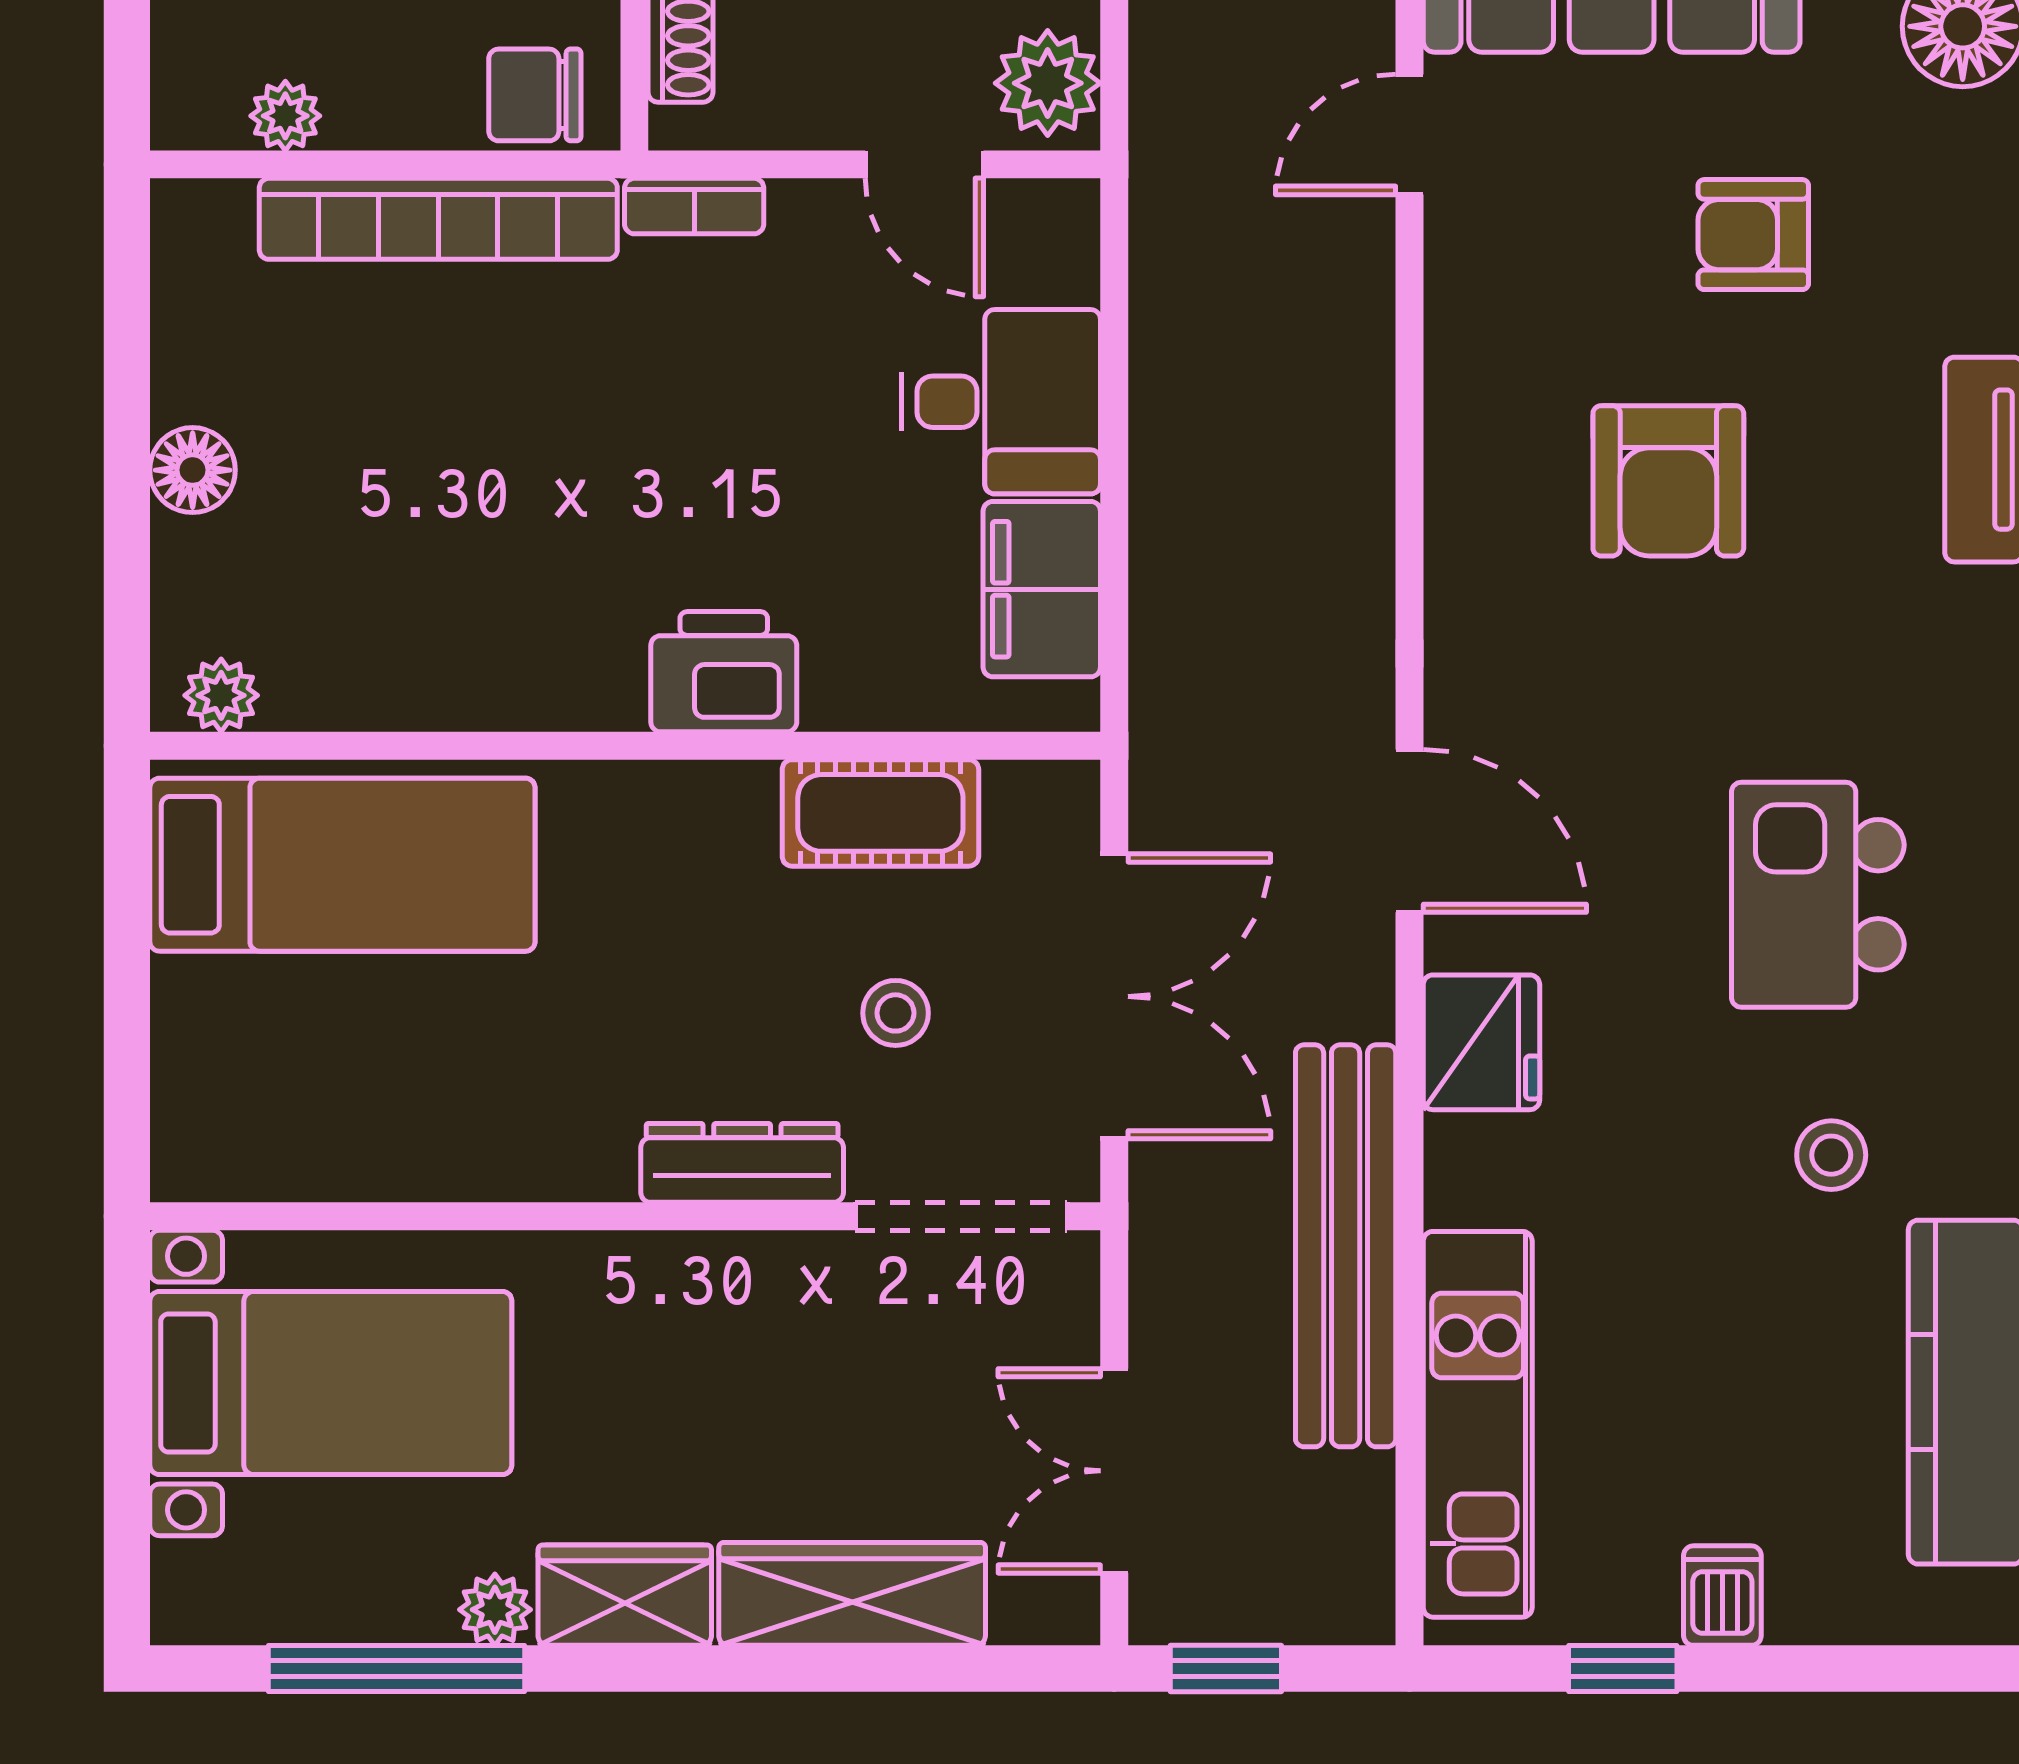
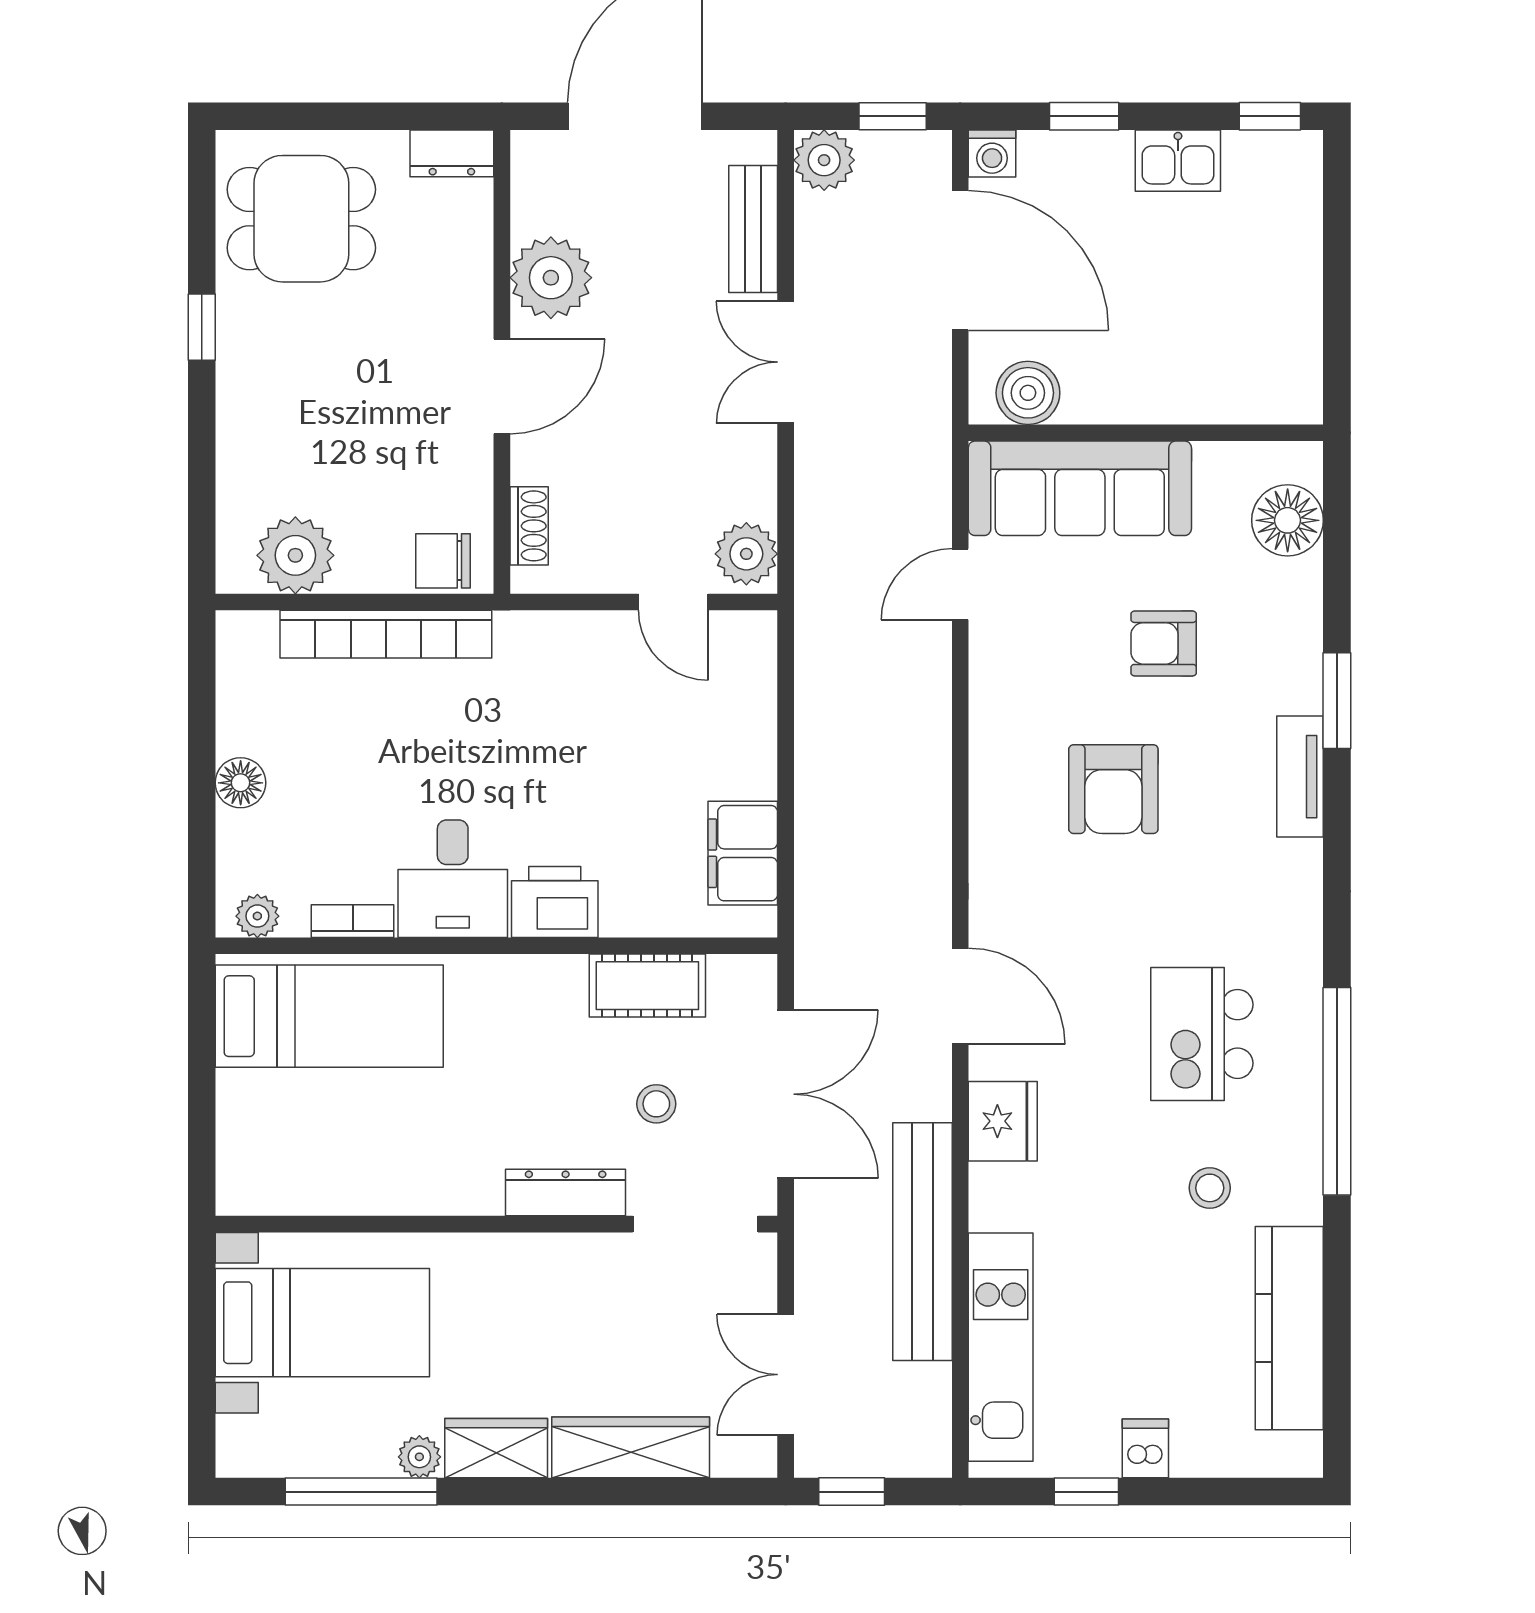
plant: (285, 116) -> (295, 555), width x1.87, depth x1.87
bookcase: (694, 206) -> (353, 921), moved, turned 180
desk: (1001, 402) -> (453, 879), moved, turned 90

